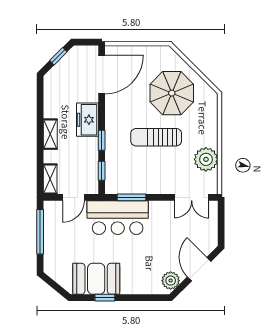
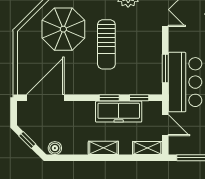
door: (102, 75) -> (45, 98), hinge flipped
boiler: (50, 84) -> (55, 148), added
freezer: (87, 120) -> (119, 112), moved, width x1.40

